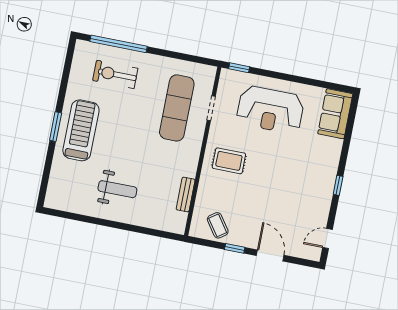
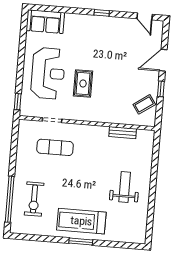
exercise mat: (177, 108) -> (55, 147), width x0.73, depth x0.69
rug: (229, 161) -> (83, 83), moved

